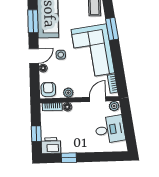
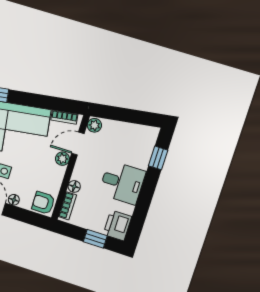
plant: (68, 93) -> (62, 159), moved
door: (98, 99) -> (78, 144), hinge flipped
desk: (110, 130) -> (122, 183), moved, turned 98
window: (69, 158) -> (158, 158), moved

